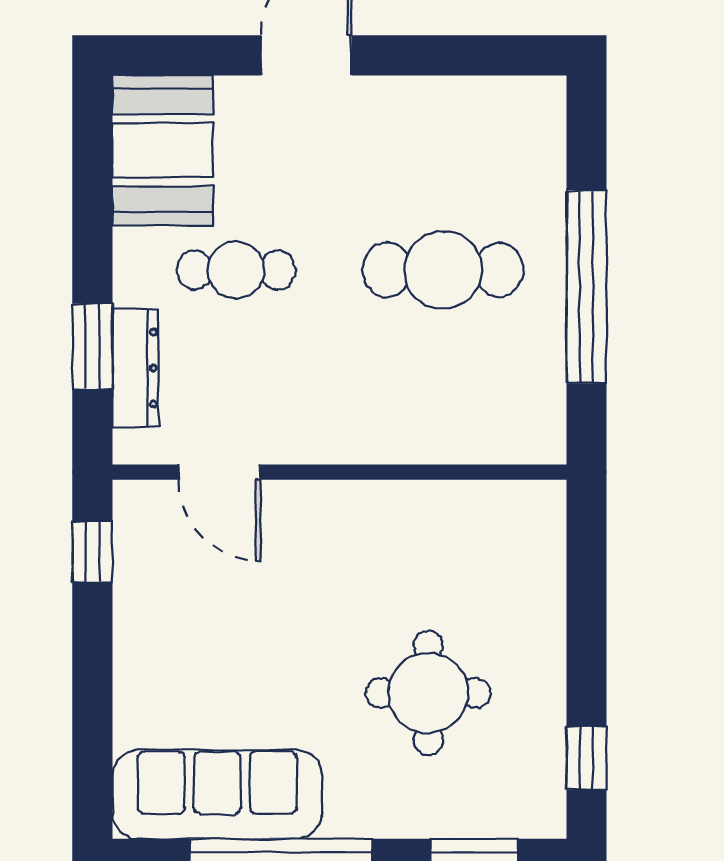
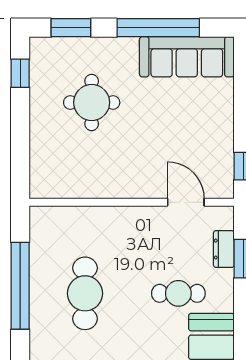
cafe table: (443, 270) -> (85, 293), turned 90
dresser: (135, 368) -> (224, 249), width x0.70

